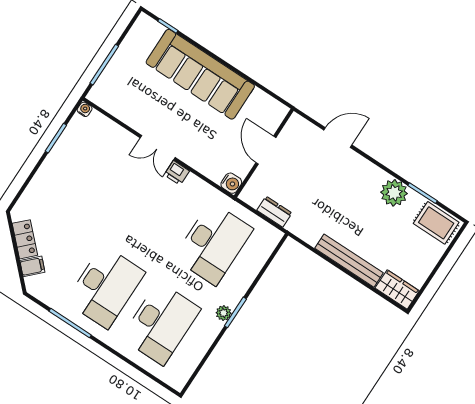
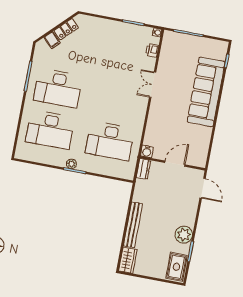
door: (266, 150) -> (175, 164), moved
wall: (264, 153) -> (172, 163), moved
printer: (177, 173) -> (152, 50), moved
water cooler: (231, 183) -> (147, 151), moved

